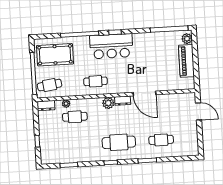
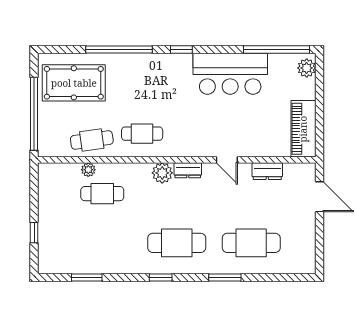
bar counter: (111, 46) -> (230, 74), moved
piano: (186, 61) -> (303, 129), moved
cafe table: (50, 85) -> (92, 140), moved
door: (145, 93) -> (227, 160), width x0.53
dresser: (46, 106) -> (267, 171), moved
cafe table: (161, 140) -> (251, 243), width x1.37, depth x1.35

